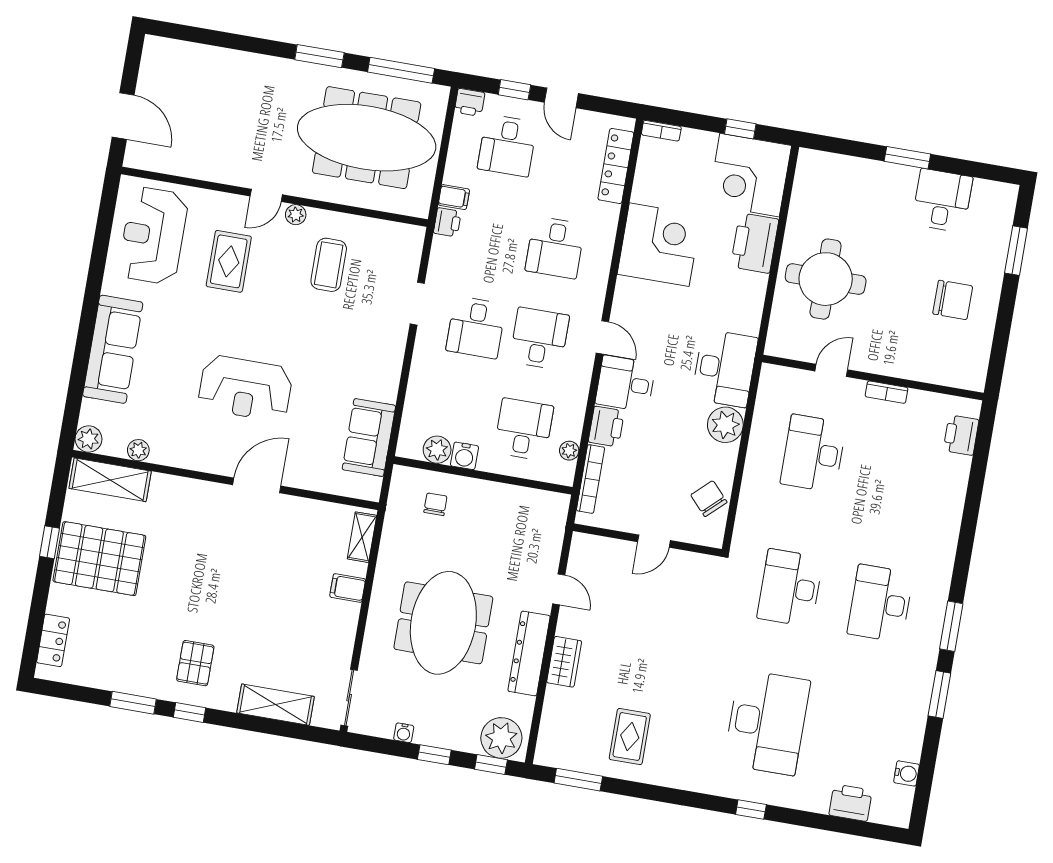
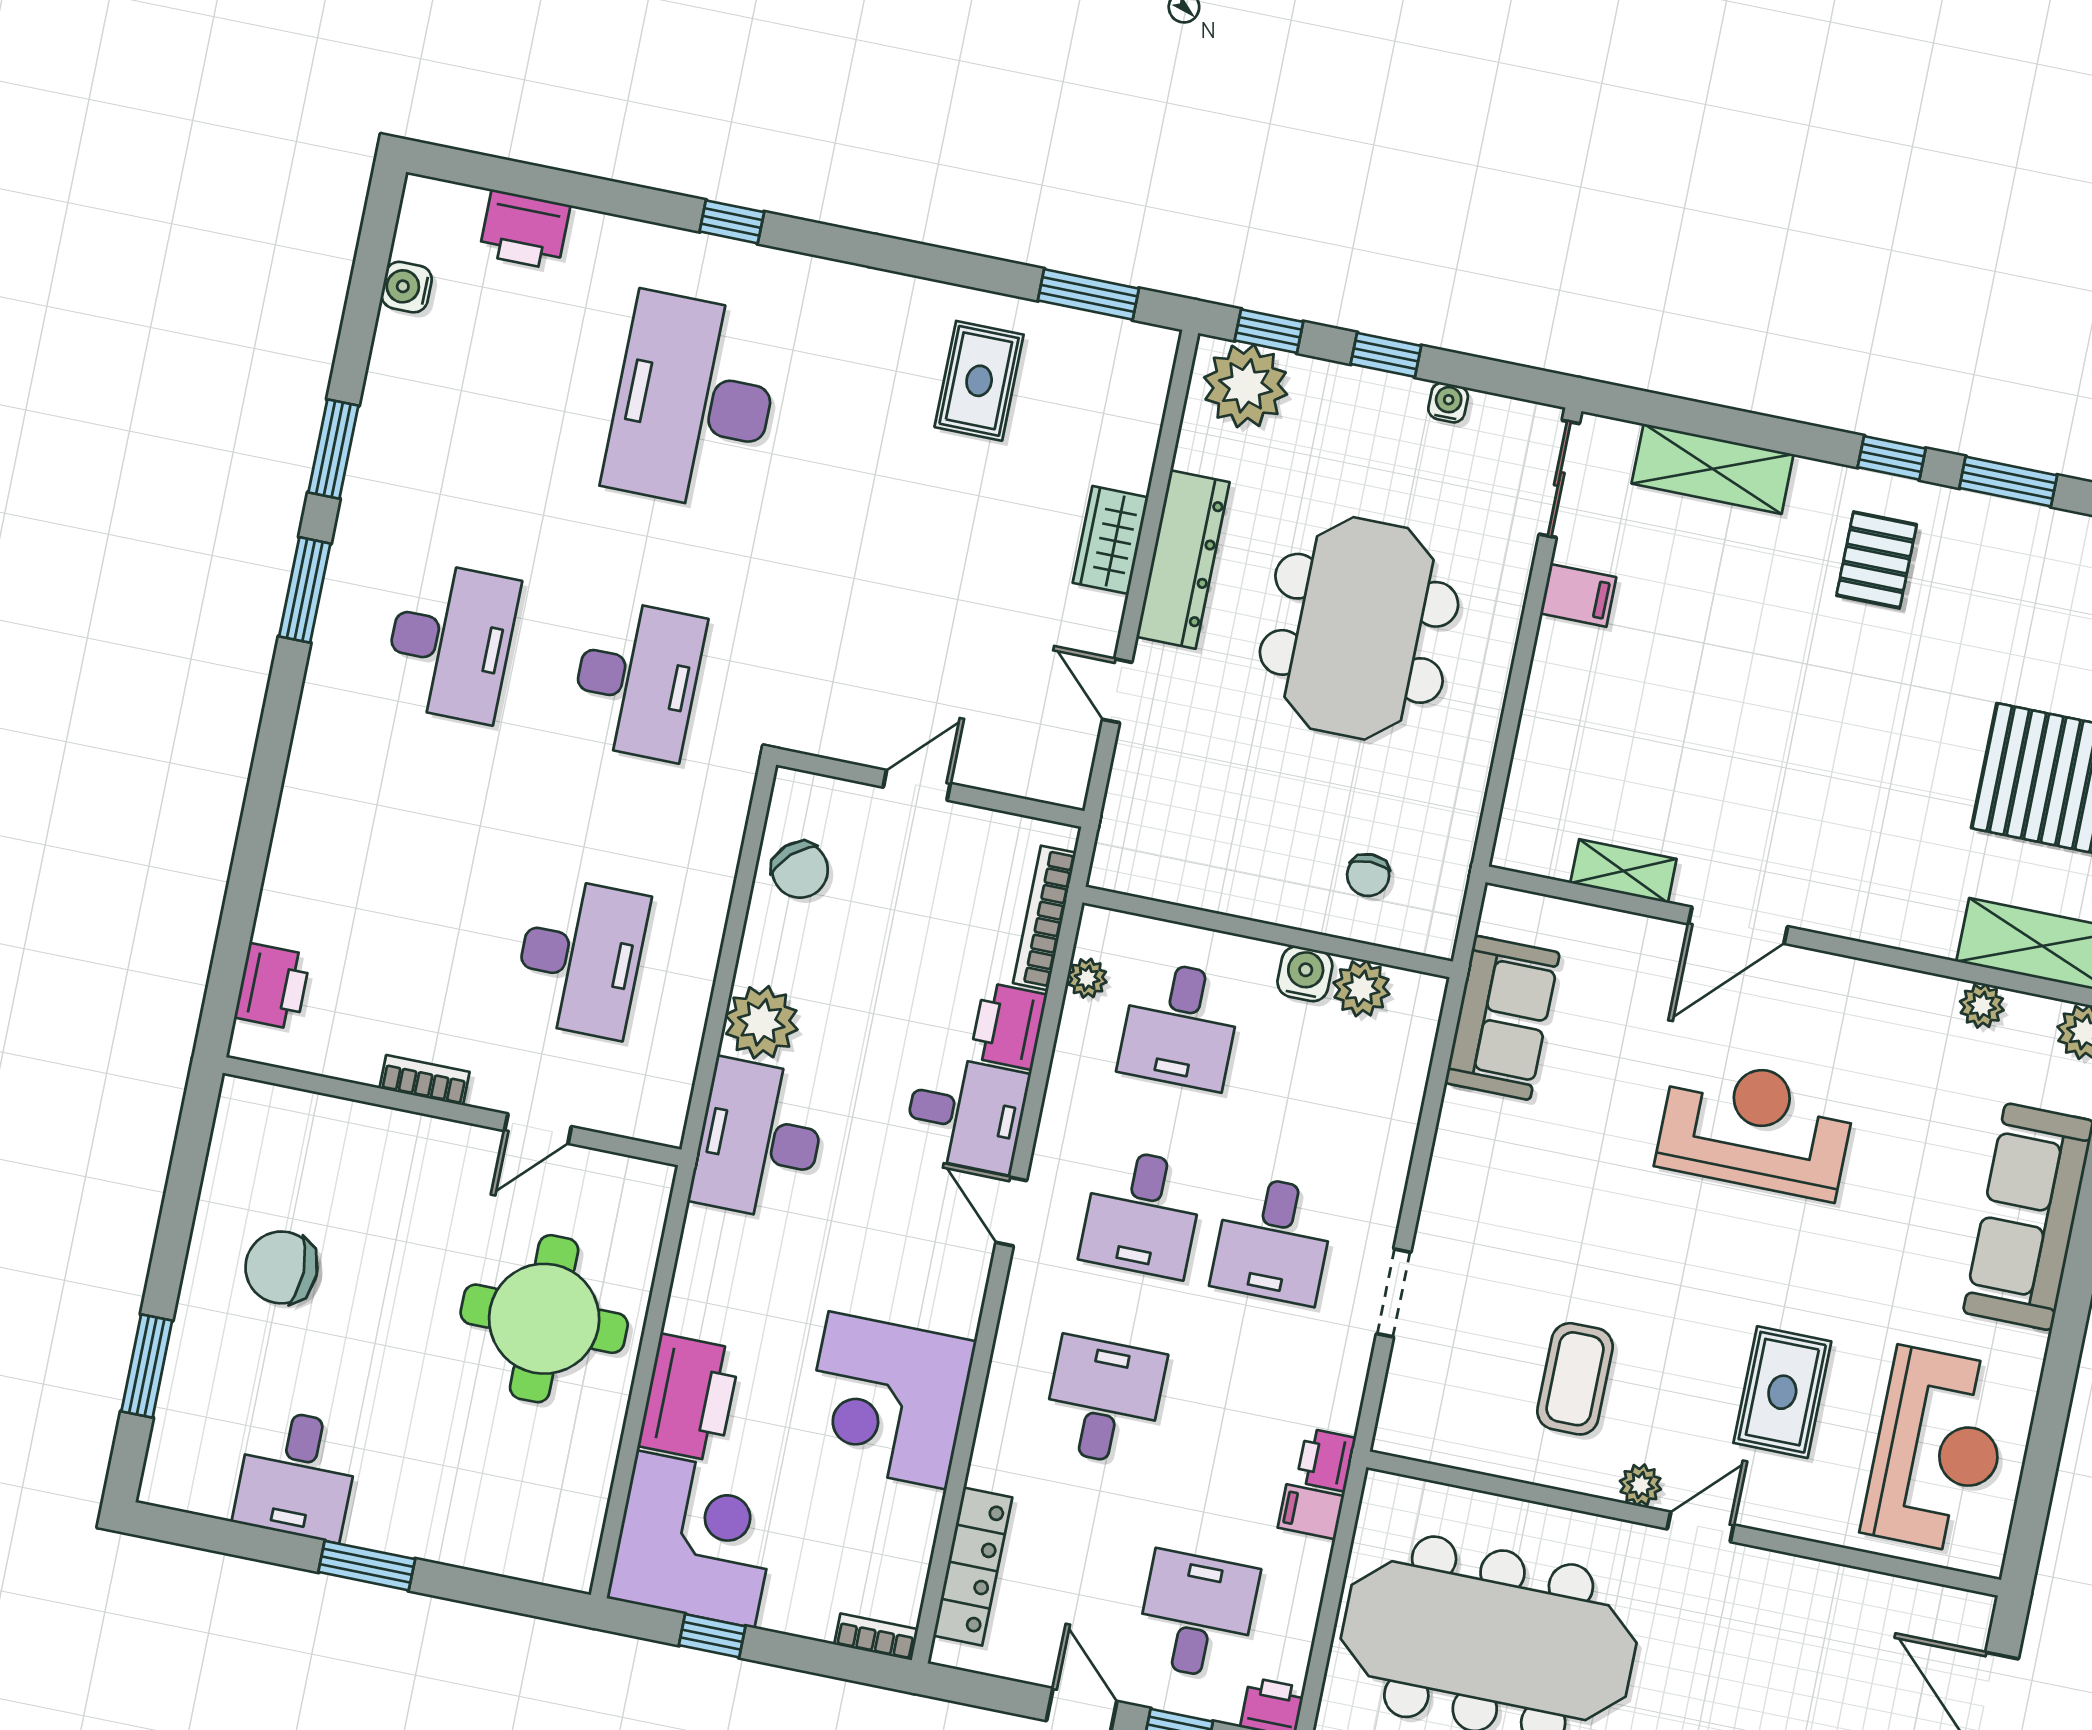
desk: (476, 327) -> (1273, 1240), turned 180
shelving: (362, 537) -> (1623, 871), moved, turned 90
filing cabinet: (348, 588) -> (1578, 595), moved

